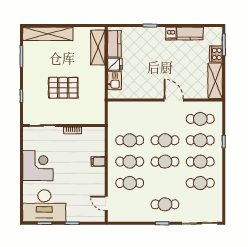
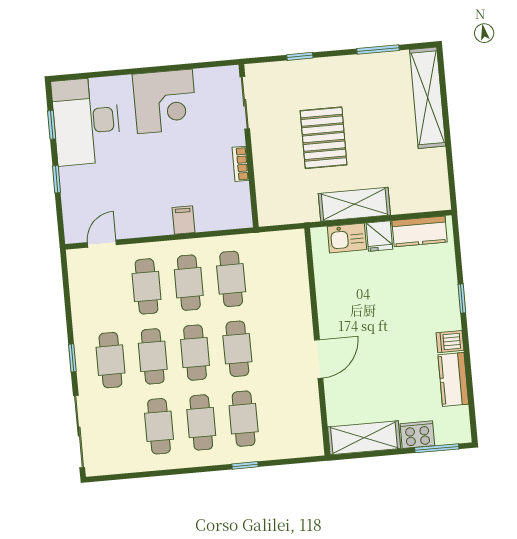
shelving: (98, 48) -> (354, 204), moved
cafe table: (200, 119) -> (153, 356), moved

